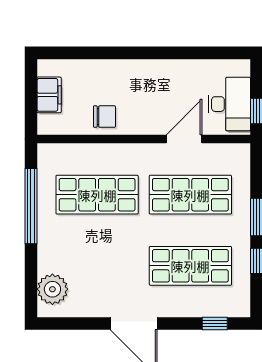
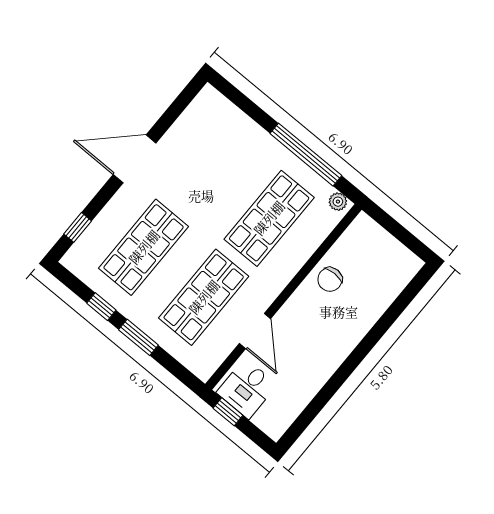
filing cabinet: (49, 95) -> (387, 248), removed
desk: (229, 104) -> (247, 389), width x0.73
plant: (52, 289) -> (338, 202), moved, width x0.53, depth x0.53

